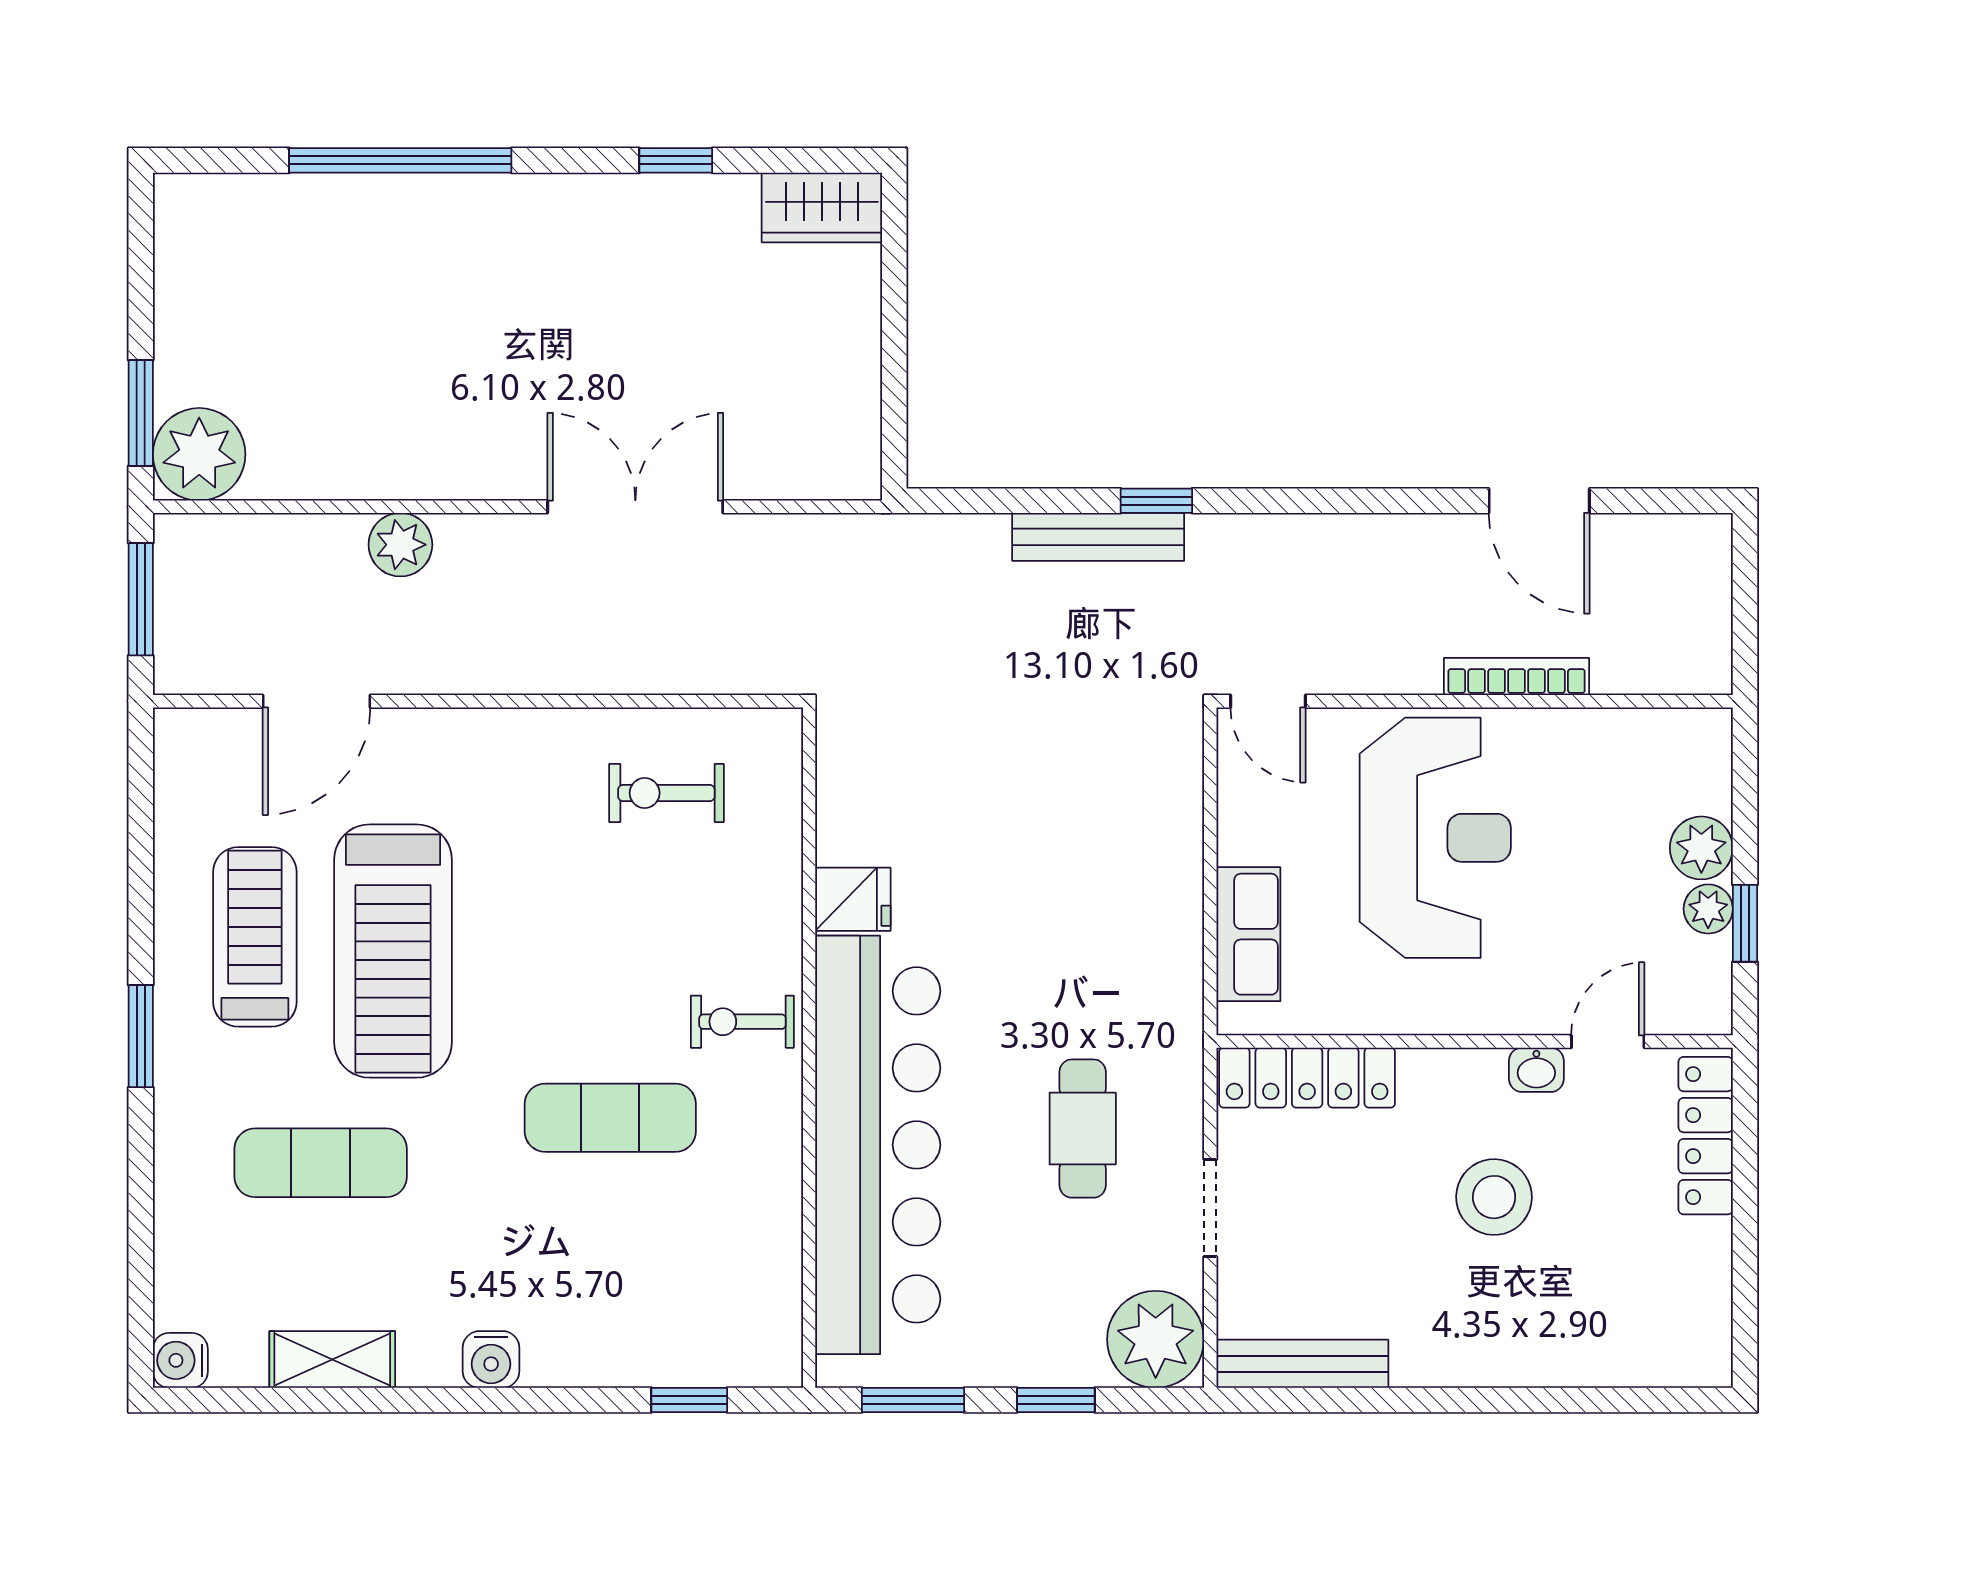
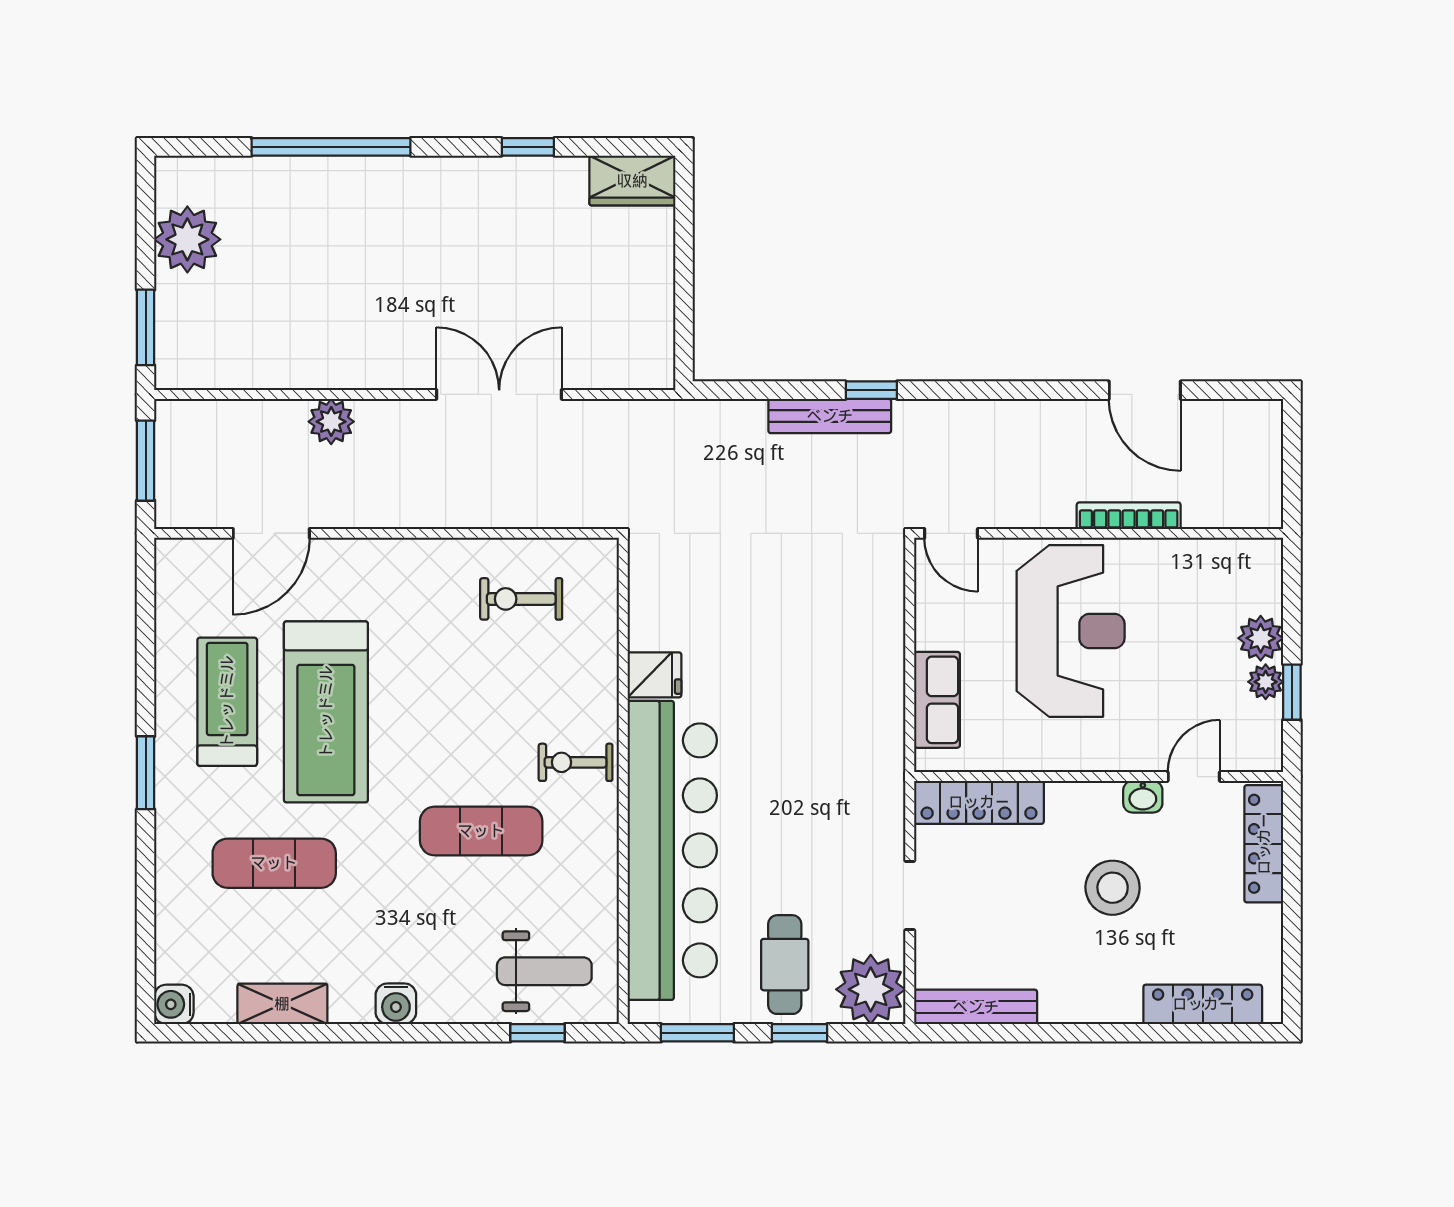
plant: (199, 454) -> (187, 239), moved
cafe table: (1083, 1129) -> (785, 965), moved
weight bench: (699, 1314) -> (544, 971), added
locker: (1620, 1360) -> (1203, 1004), added

